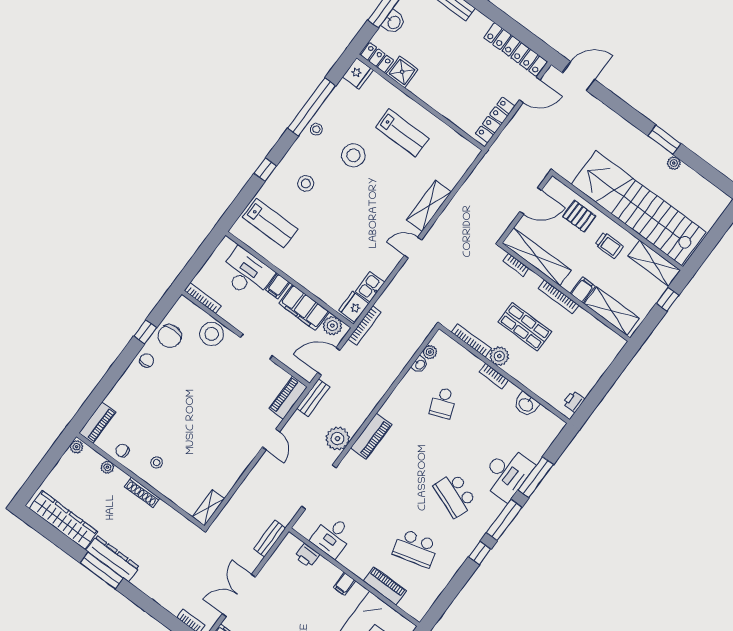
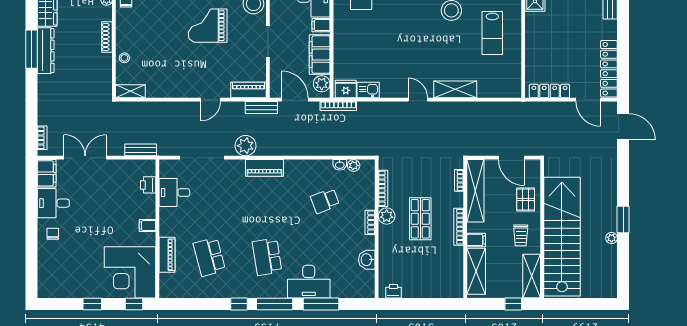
grand piano: (200, 391) -> (208, 26), added
stool: (157, 463) -> (124, 58), moved
school desk: (455, 495) -> (267, 257), turned -30

